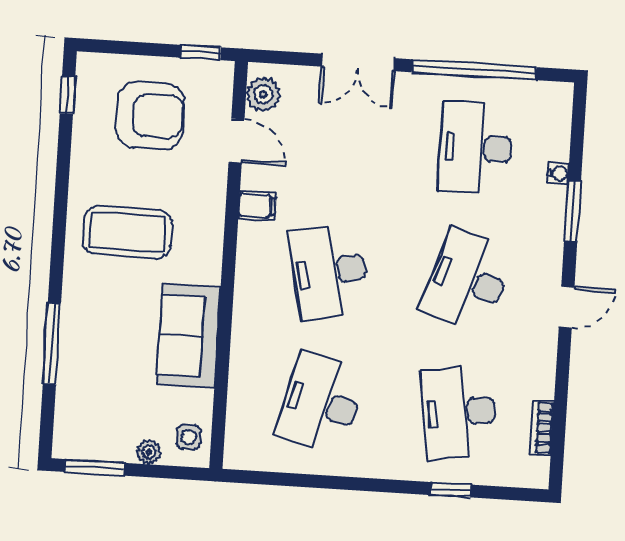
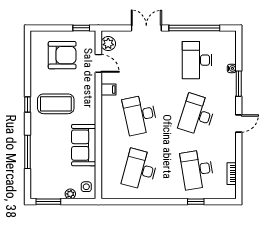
double door: (358, 62) -> (146, 28), swing flipped
window: (68, 95) -> (28, 105), moved

